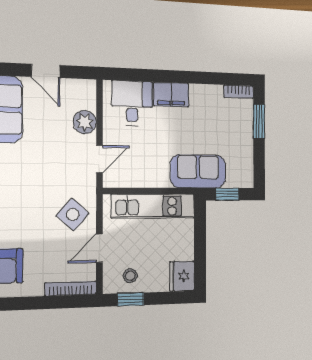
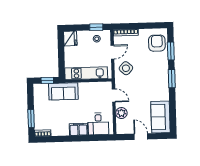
door: (99, 159) -> (114, 95), swing flipped

